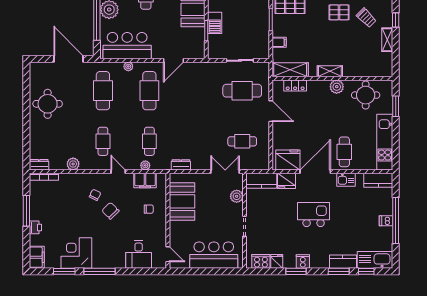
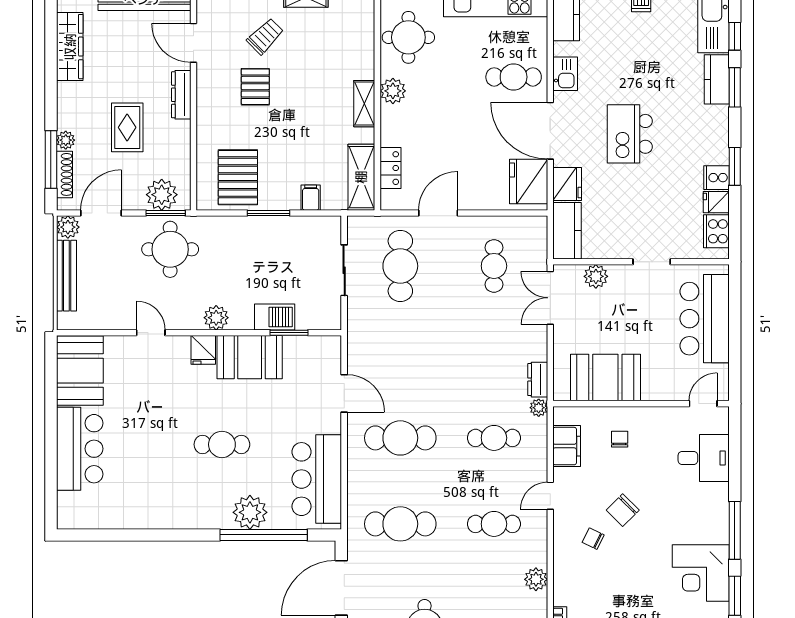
plant: (128, 66) -> (355, 477), removed
plant: (145, 165) -> (539, 408), moved
cooker: (303, 261) -> (717, 178), moved

